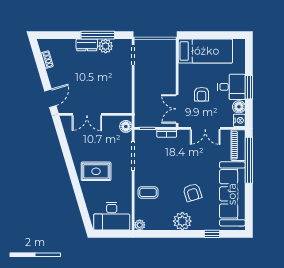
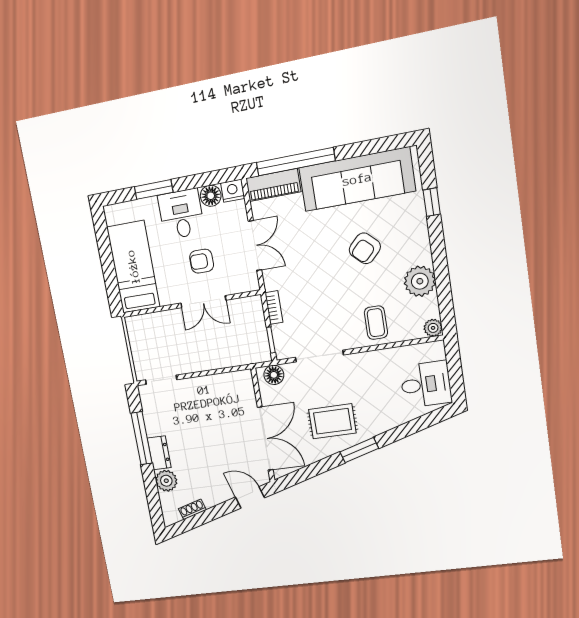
plant: (106, 46) -> (166, 481), moved
window: (249, 87) -> (154, 189), moved
armchair: (202, 94) -> (202, 261), turned 180
double door: (177, 109) -> (203, 302), moved
double door: (87, 114) -> (265, 439), width x1.37
window: (72, 171) -> (359, 450), added
rug: (96, 171) -> (332, 421), moved, turned 90
armchair: (192, 192) -> (365, 248), turned 151
desk: (112, 216) -> (426, 384), width x0.73
plant: (182, 221) -> (420, 281), moved

